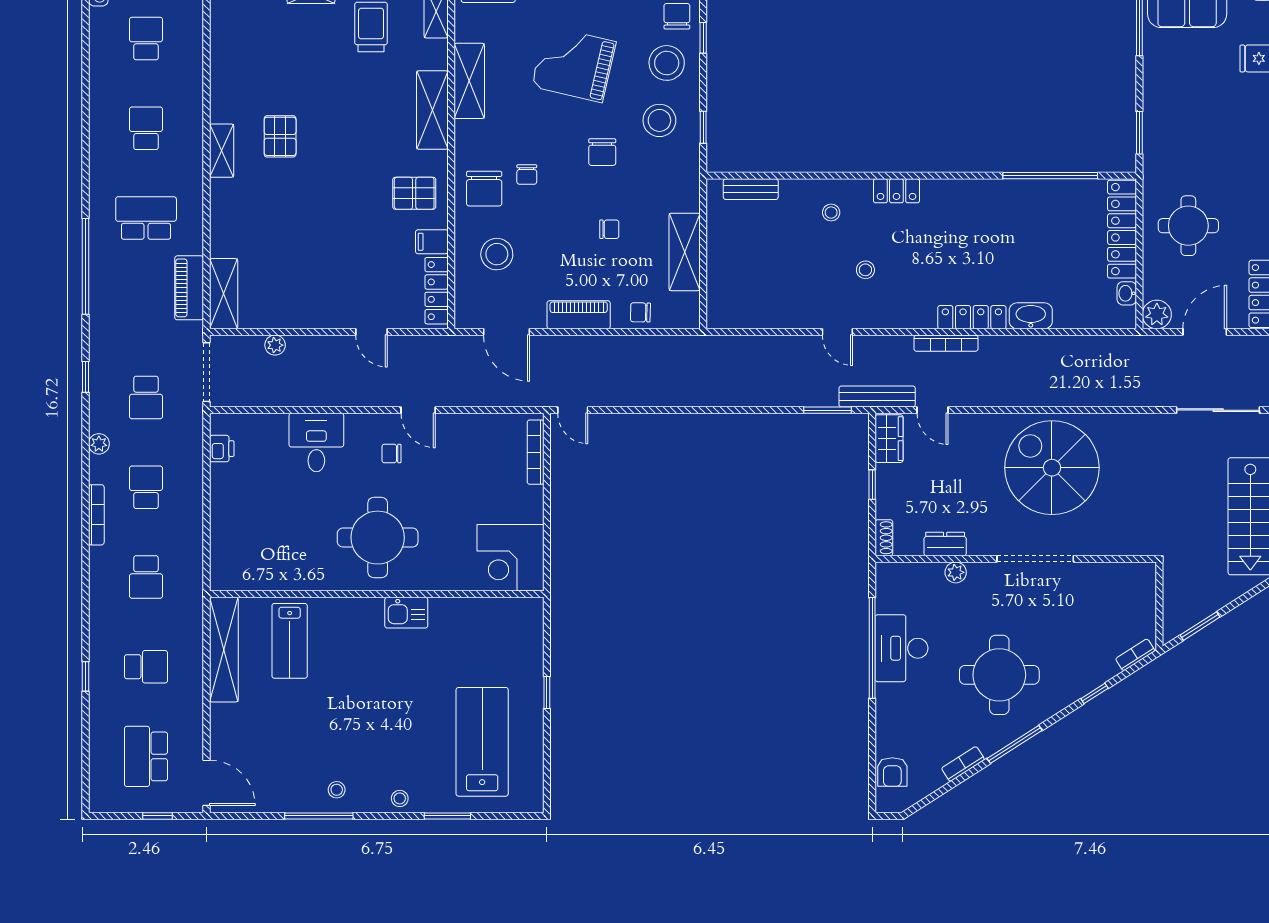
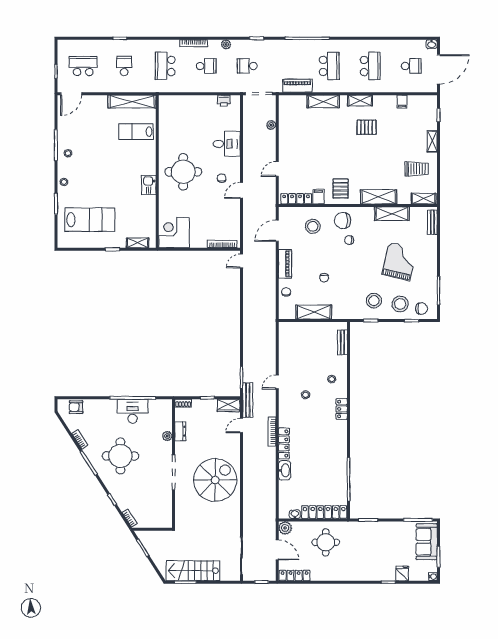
filing cabinet: (224, 59) -> (402, 102), added
school desk: (146, 128) -> (370, 66), width x1.85
chair: (602, 152) -> (359, 274), removed
shelving: (224, 294) -> (323, 101), moved
school desk: (146, 577) -> (165, 66), width x1.85
shelving: (533, 638) -> (137, 243), added
school desk: (146, 667) -> (124, 66), turned 180

